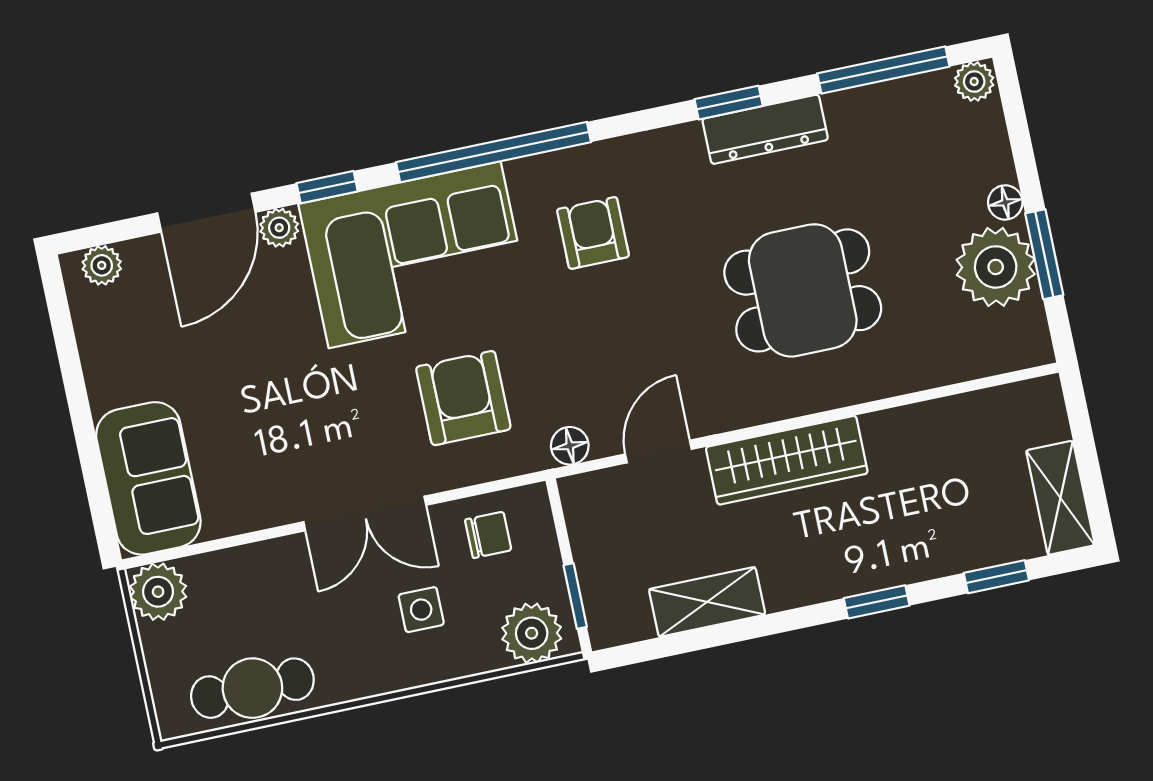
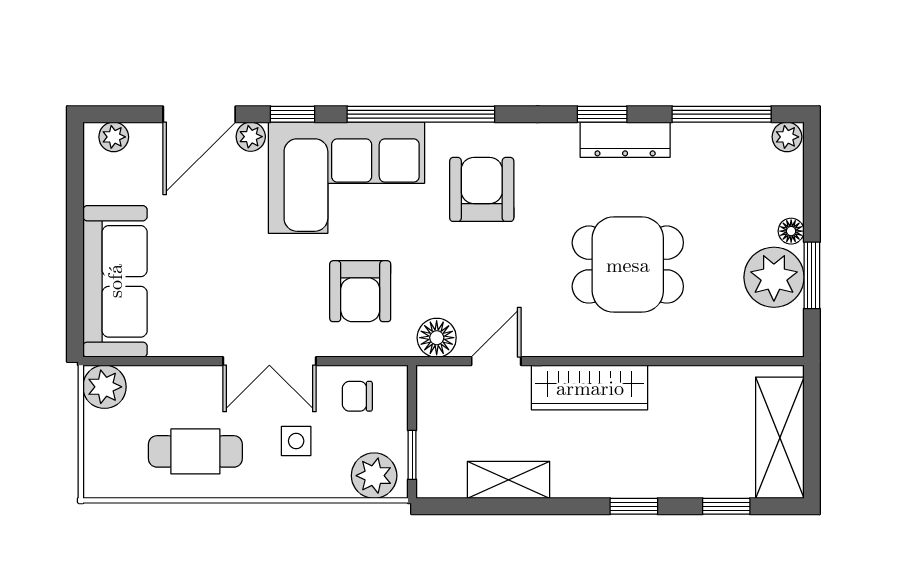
armchair: (593, 233) -> (482, 189), width x1.38, depth x1.38
armchair: (463, 398) -> (360, 291), turned 180
floor lamp: (570, 446) -> (437, 338), width x1.37, depth x1.37
sofa: (148, 478) -> (115, 281), width x1.36
shelving: (1060, 498) -> (780, 438), width x1.50, depth x1.33
chair: (488, 535) -> (357, 396), turned 180
cafe table: (252, 688) -> (195, 451), moved

